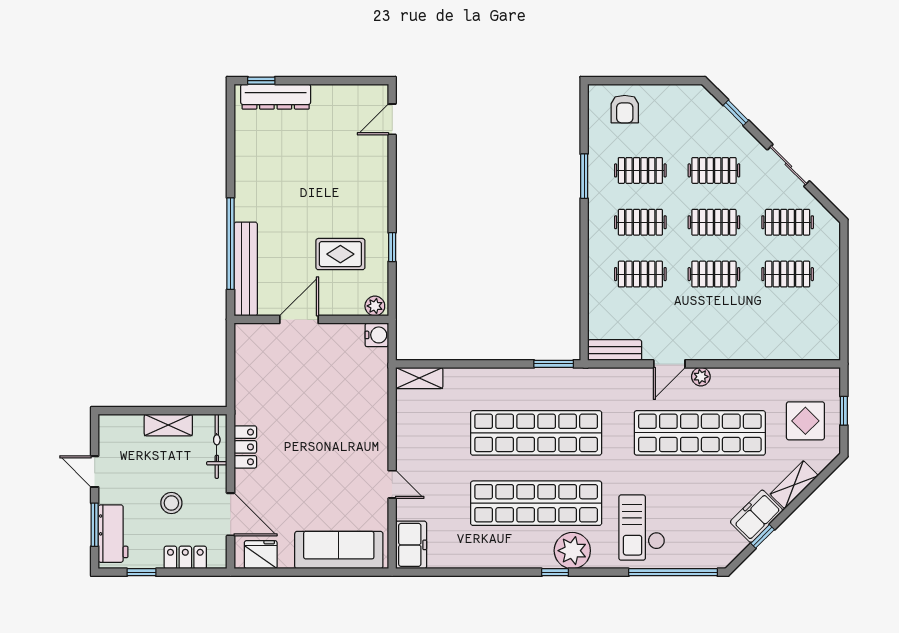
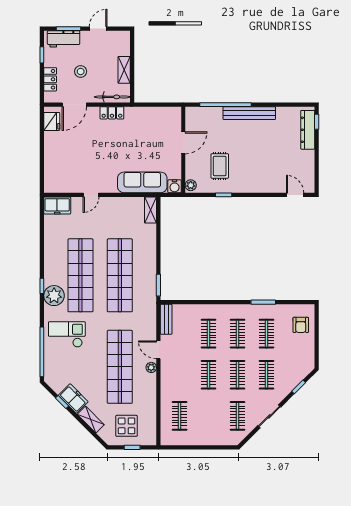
armchair: (625, 109) -> (301, 325), turned -90
bench: (246, 269) -> (249, 113), moved
clothes rail: (788, 274) -> (180, 416), moved
door: (299, 319) -> (183, 143), hinge flipped
sofa: (339, 550) -> (142, 182), moved, turned -90

